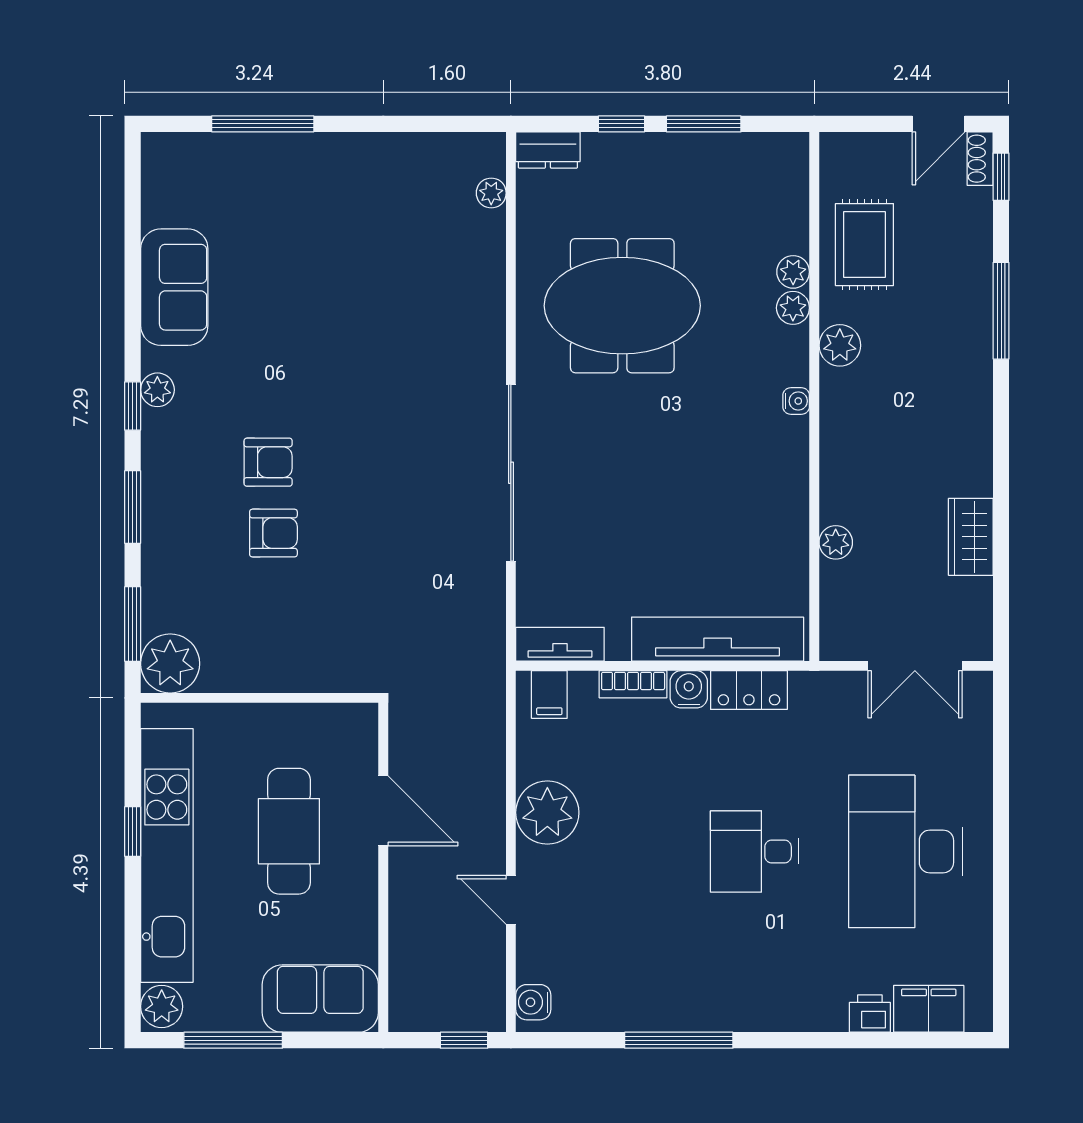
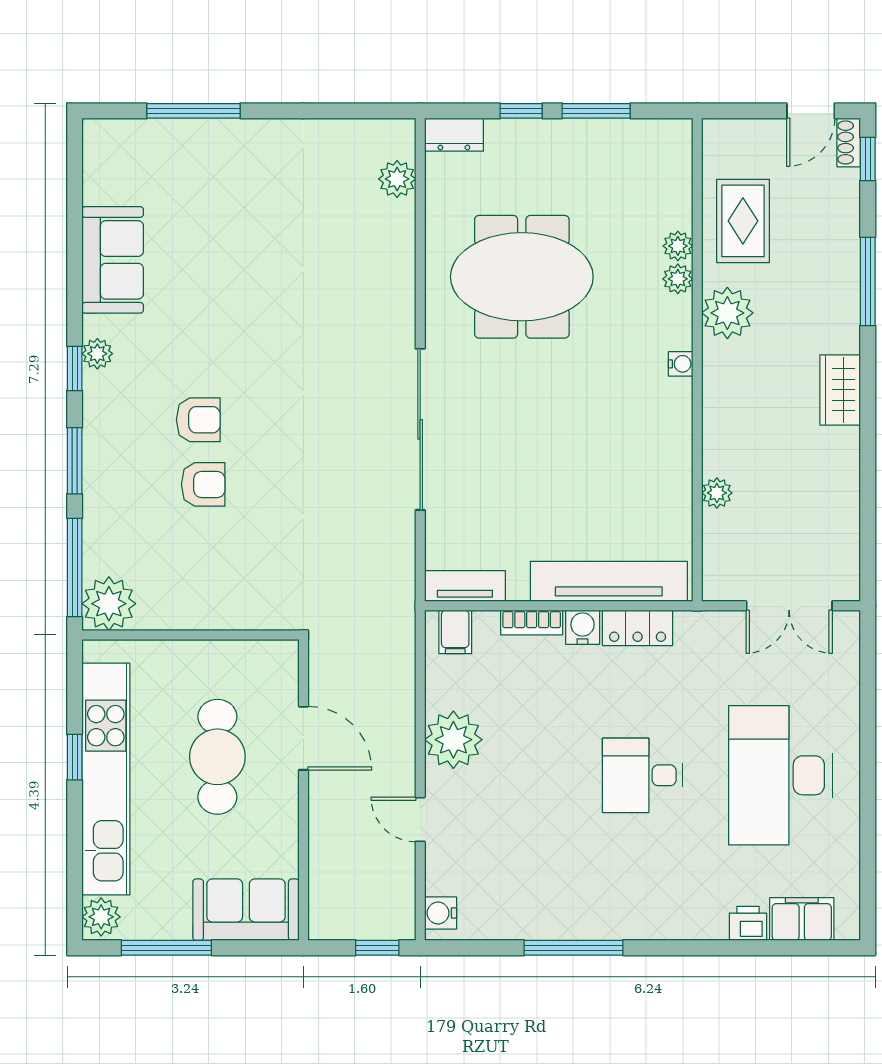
plant: (491, 193) -> (397, 179), width x1.38, depth x1.38
plant: (840, 345) -> (727, 313), width x1.36, depth x1.36
wardrobe: (971, 537) -> (840, 390), moved
window: (133, 624) -> (75, 568), width x1.44

